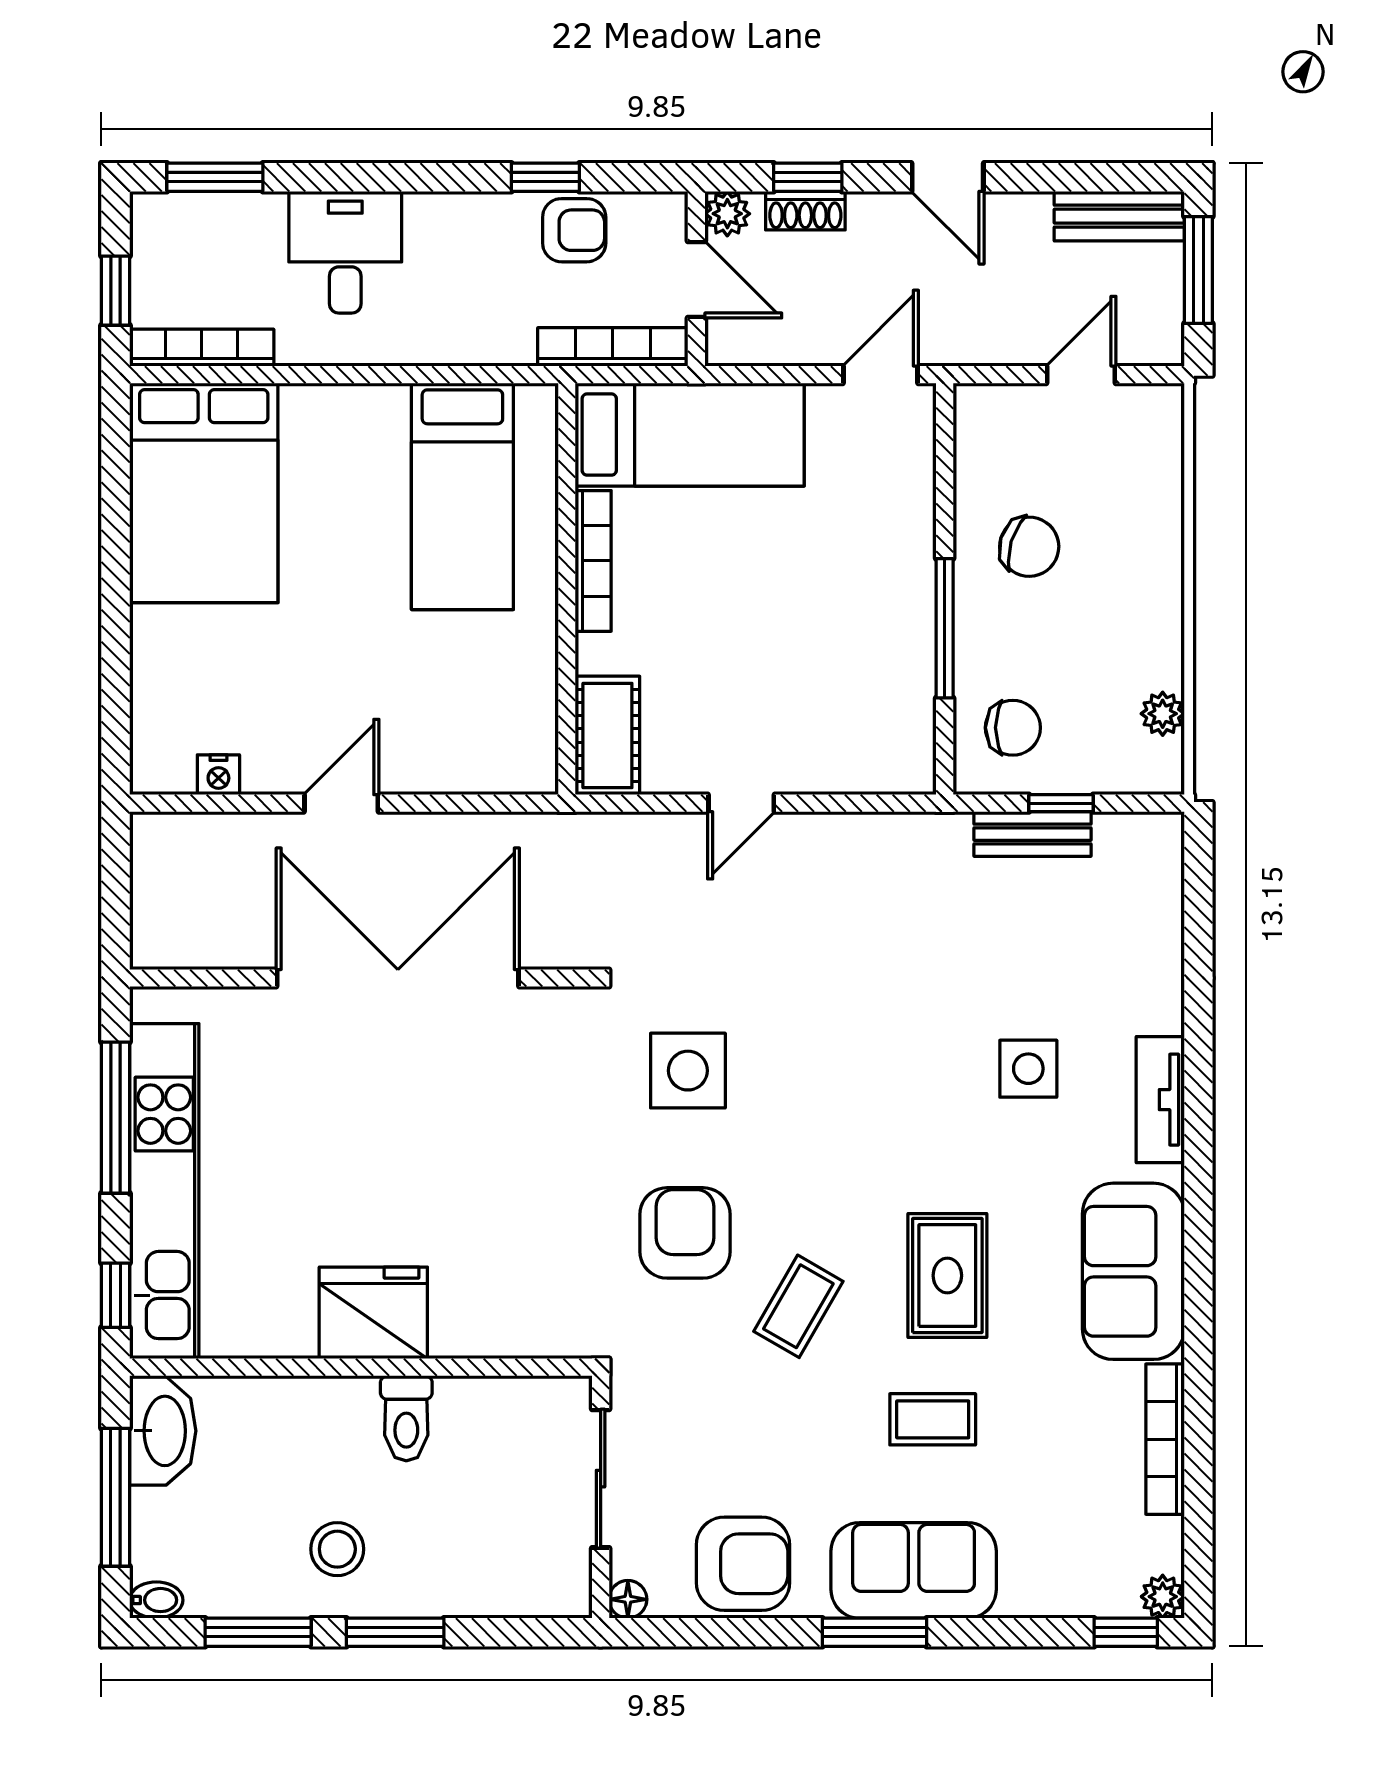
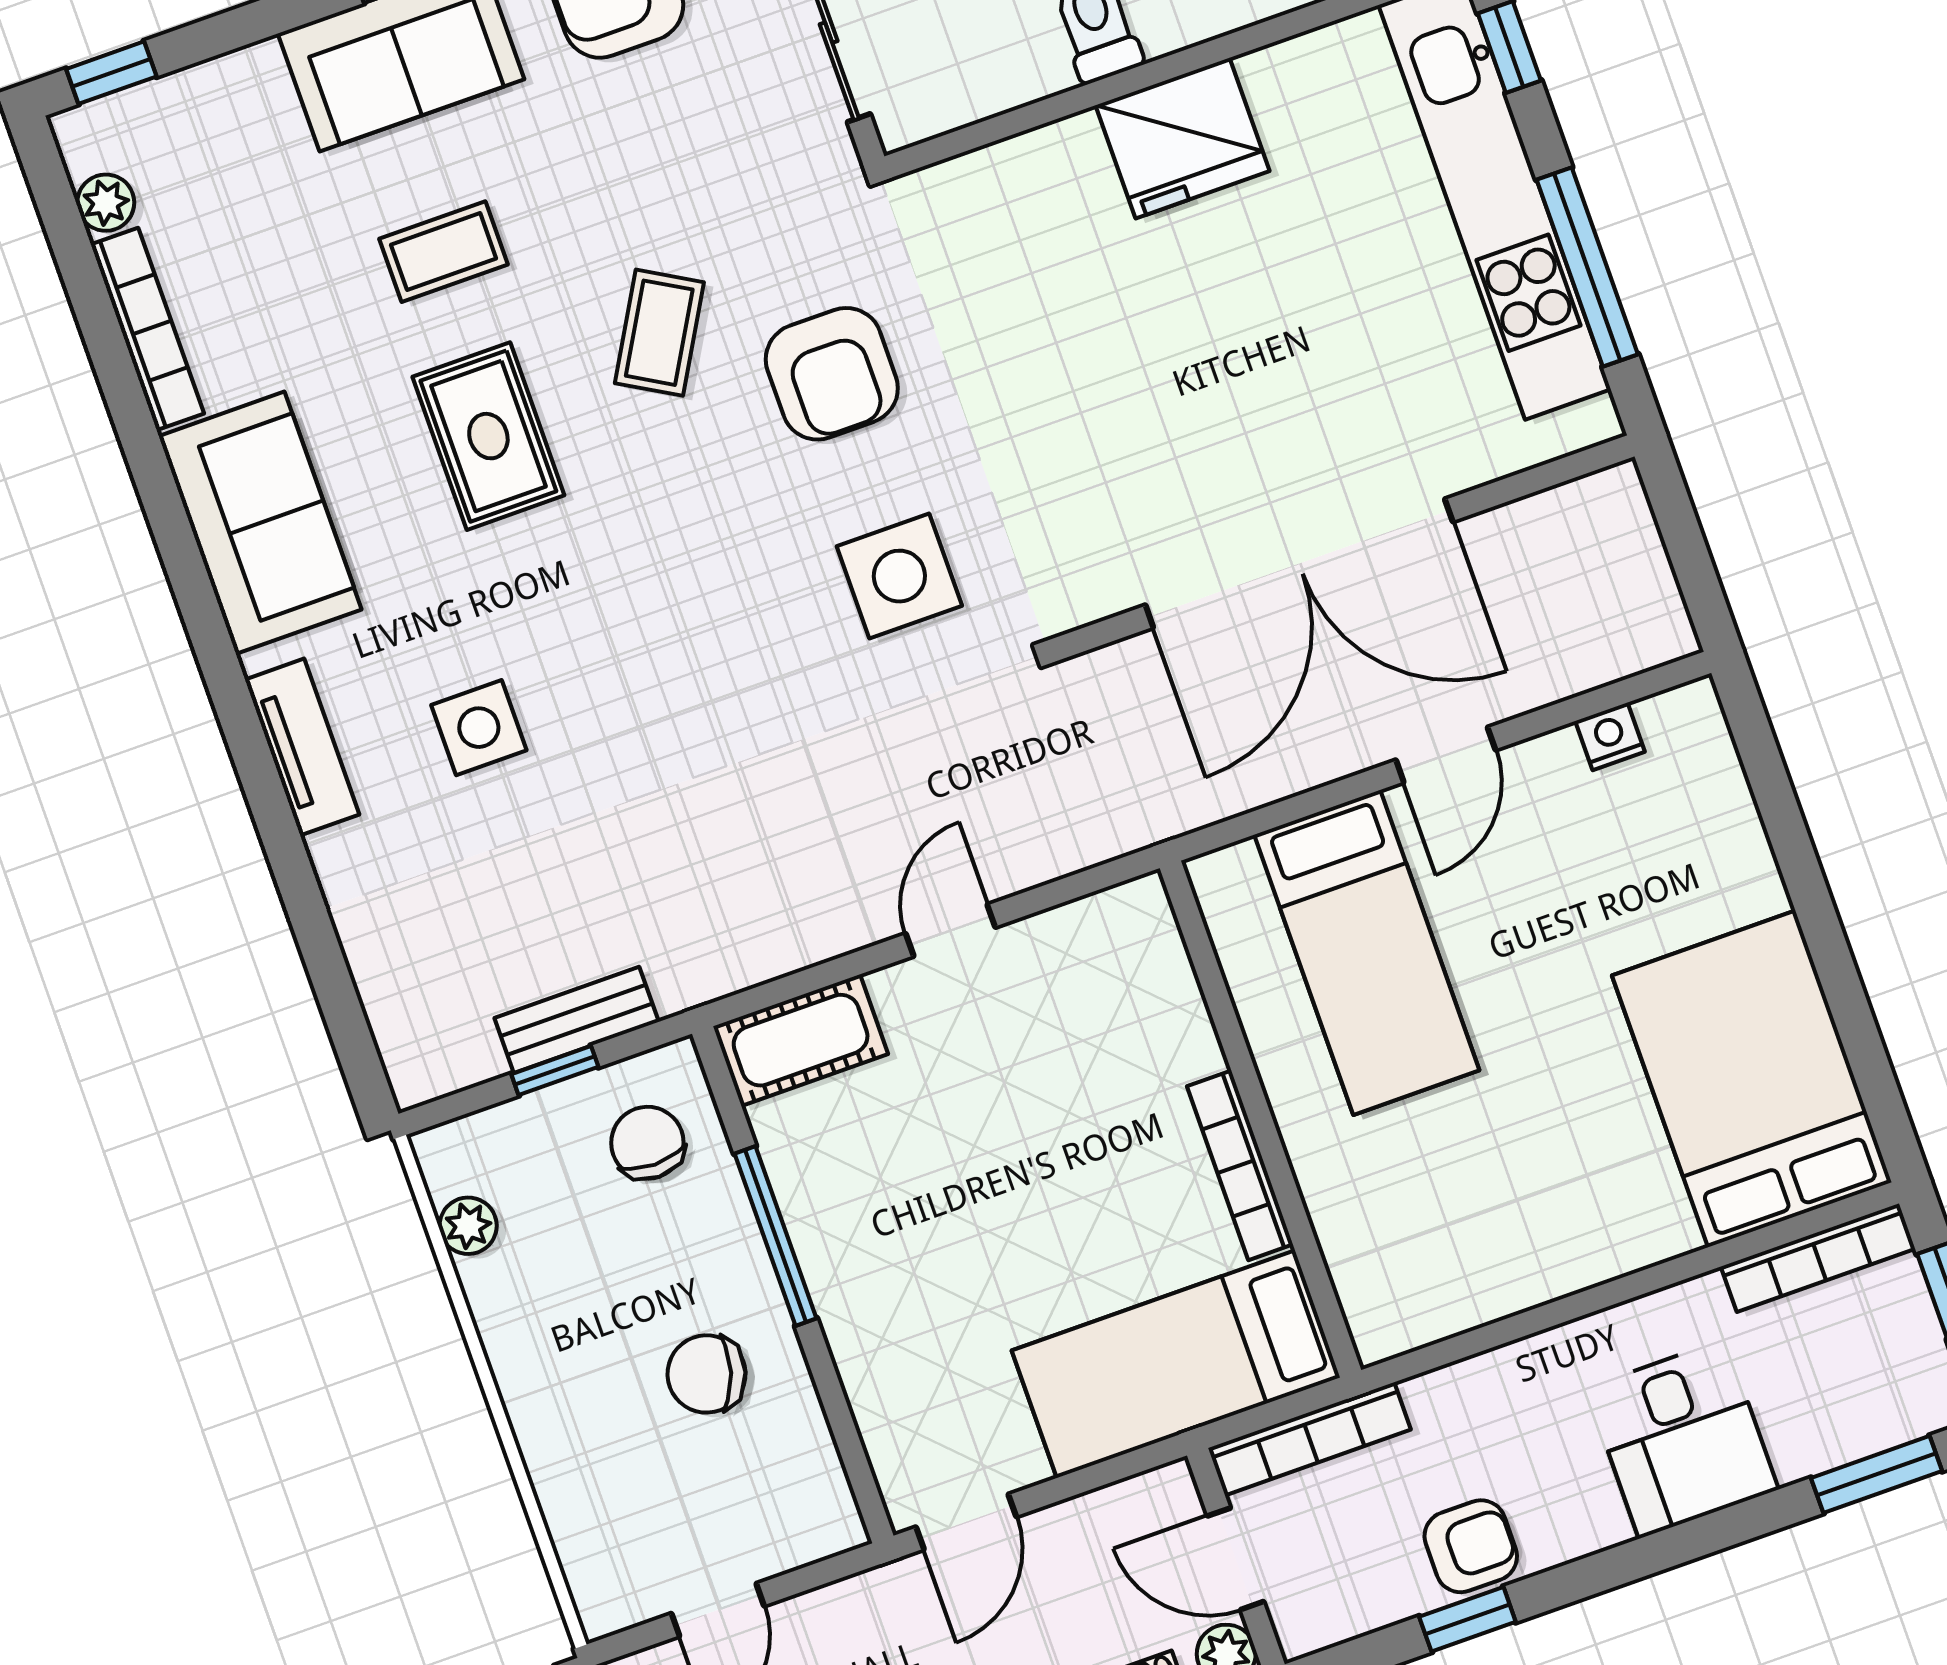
armchair: (574, 230) -> (1471, 1546), moved, turned 180
bed: (462, 496) -> (1367, 952), moved, turned 180
chair: (1013, 728) -> (647, 1143), turned 90
cot: (607, 735) -> (801, 1040), moved, turned 90
plant: (1163, 1597) -> (106, 203), moved

